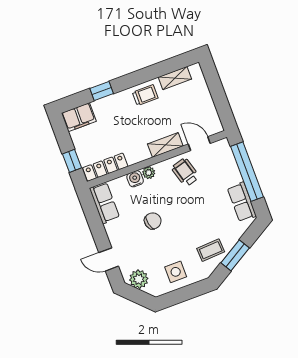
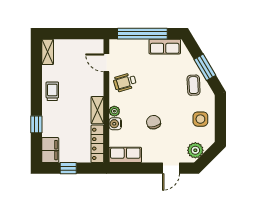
shelving: (175, 78) -> (48, 52), moved
door: (199, 144) -> (106, 63), hinge flipped
shelving: (165, 145) -> (97, 110), moved
window: (72, 161) -> (68, 168), moved

